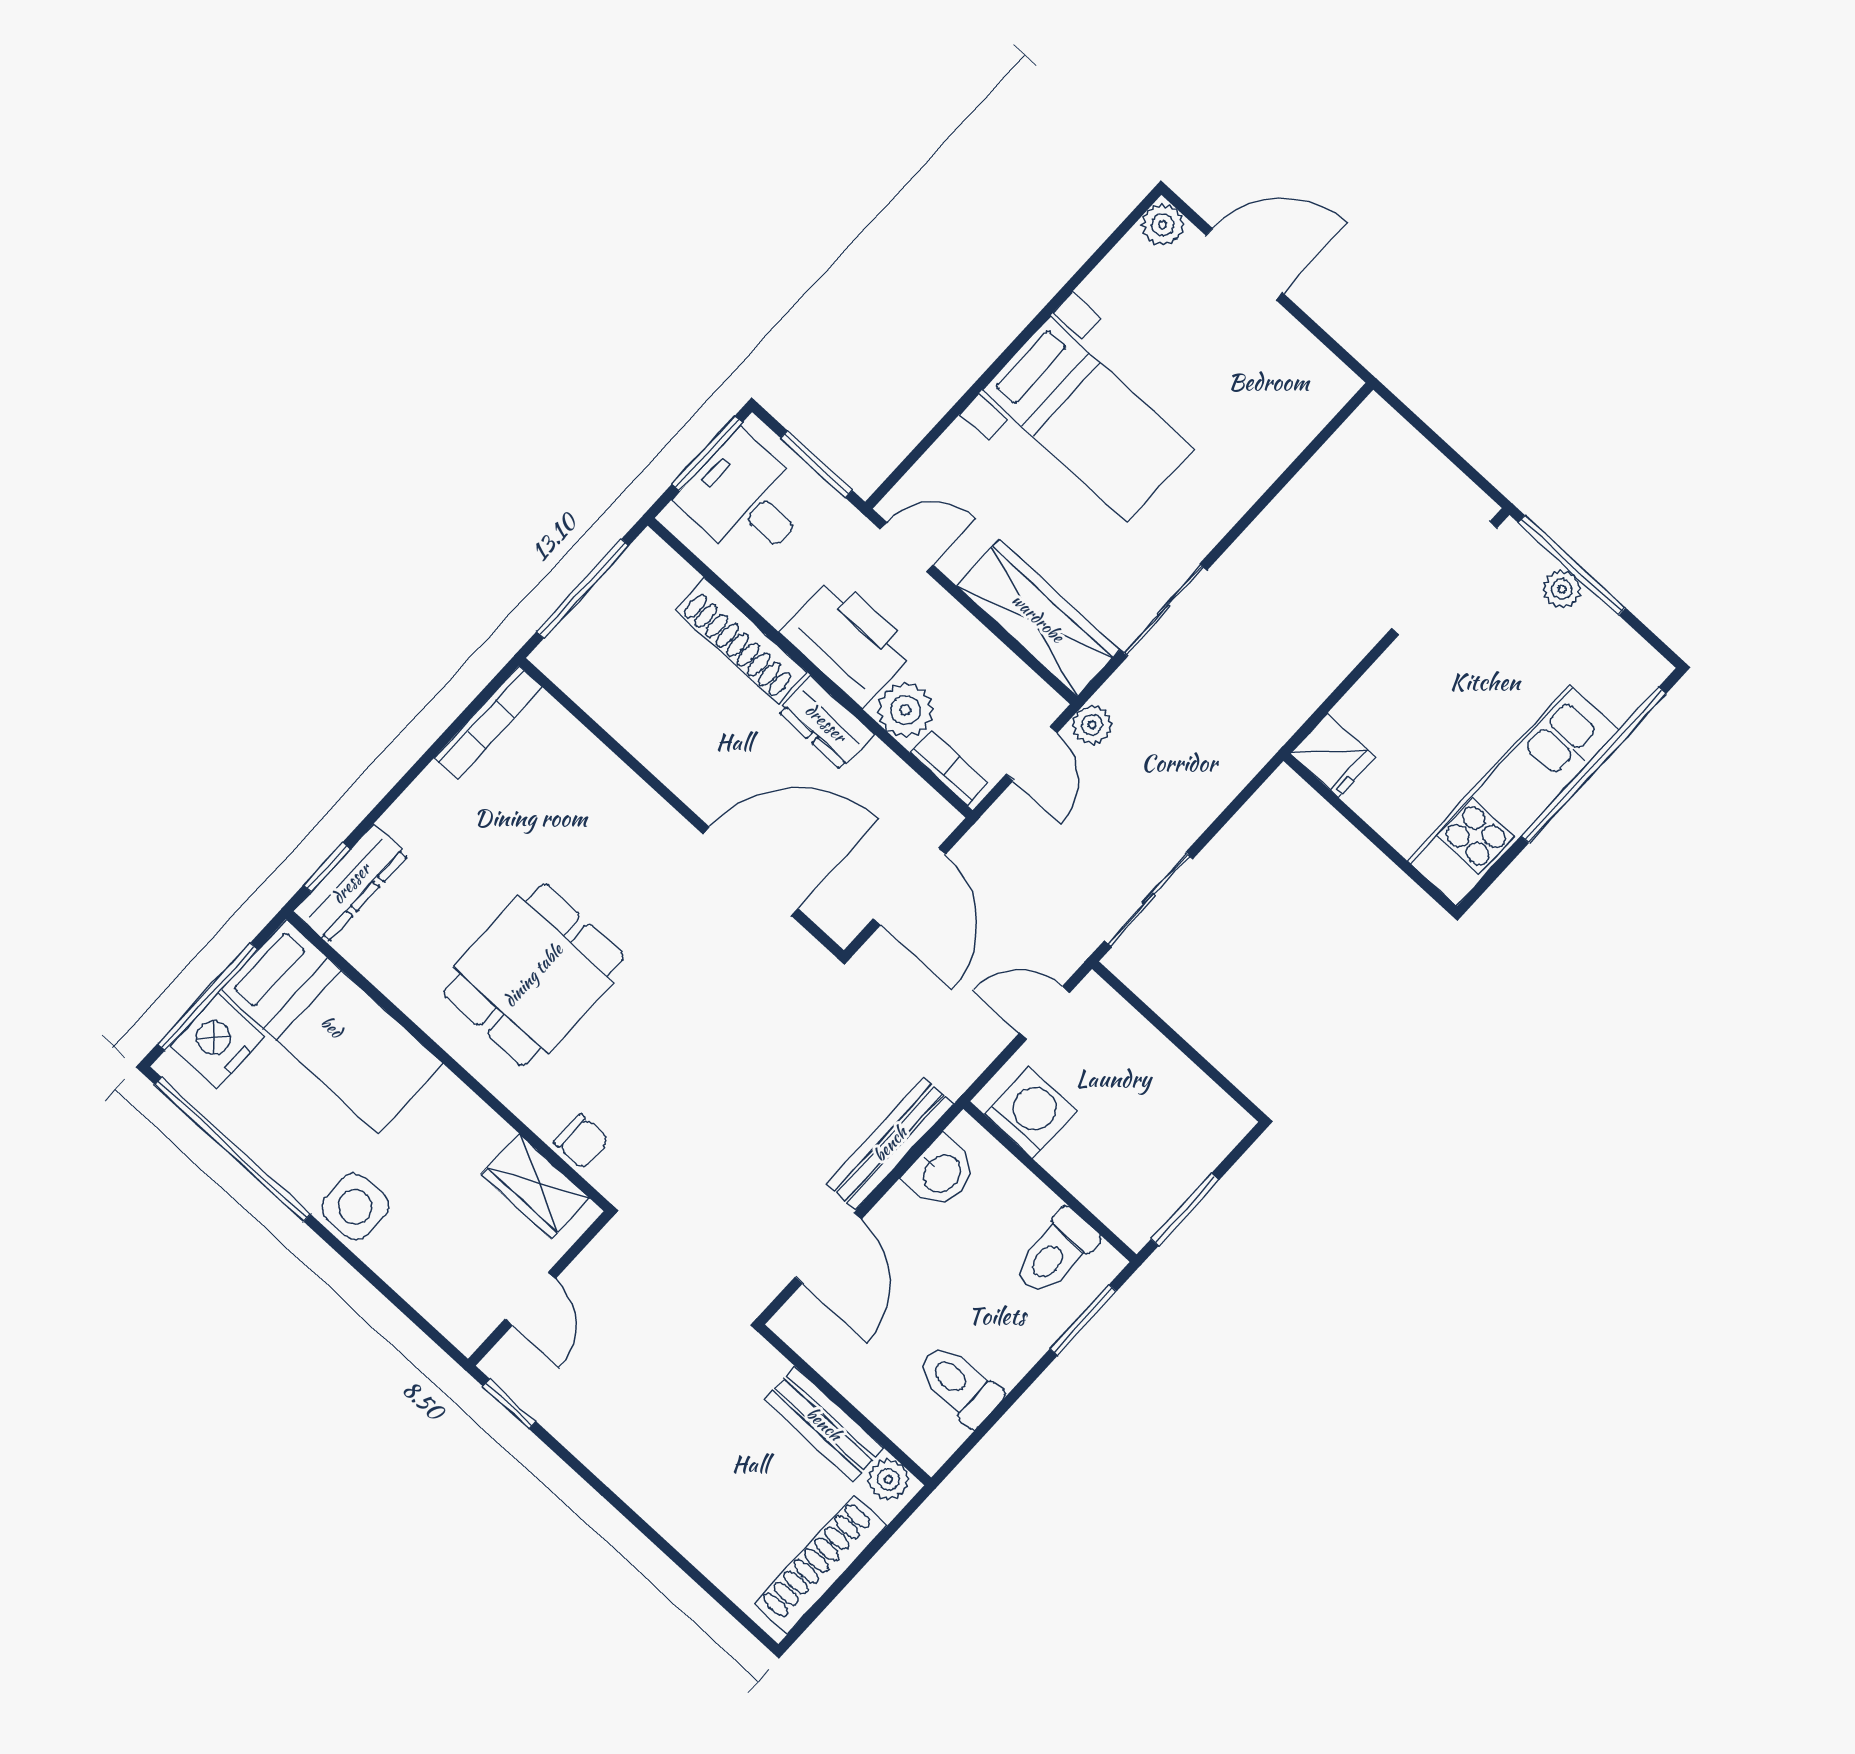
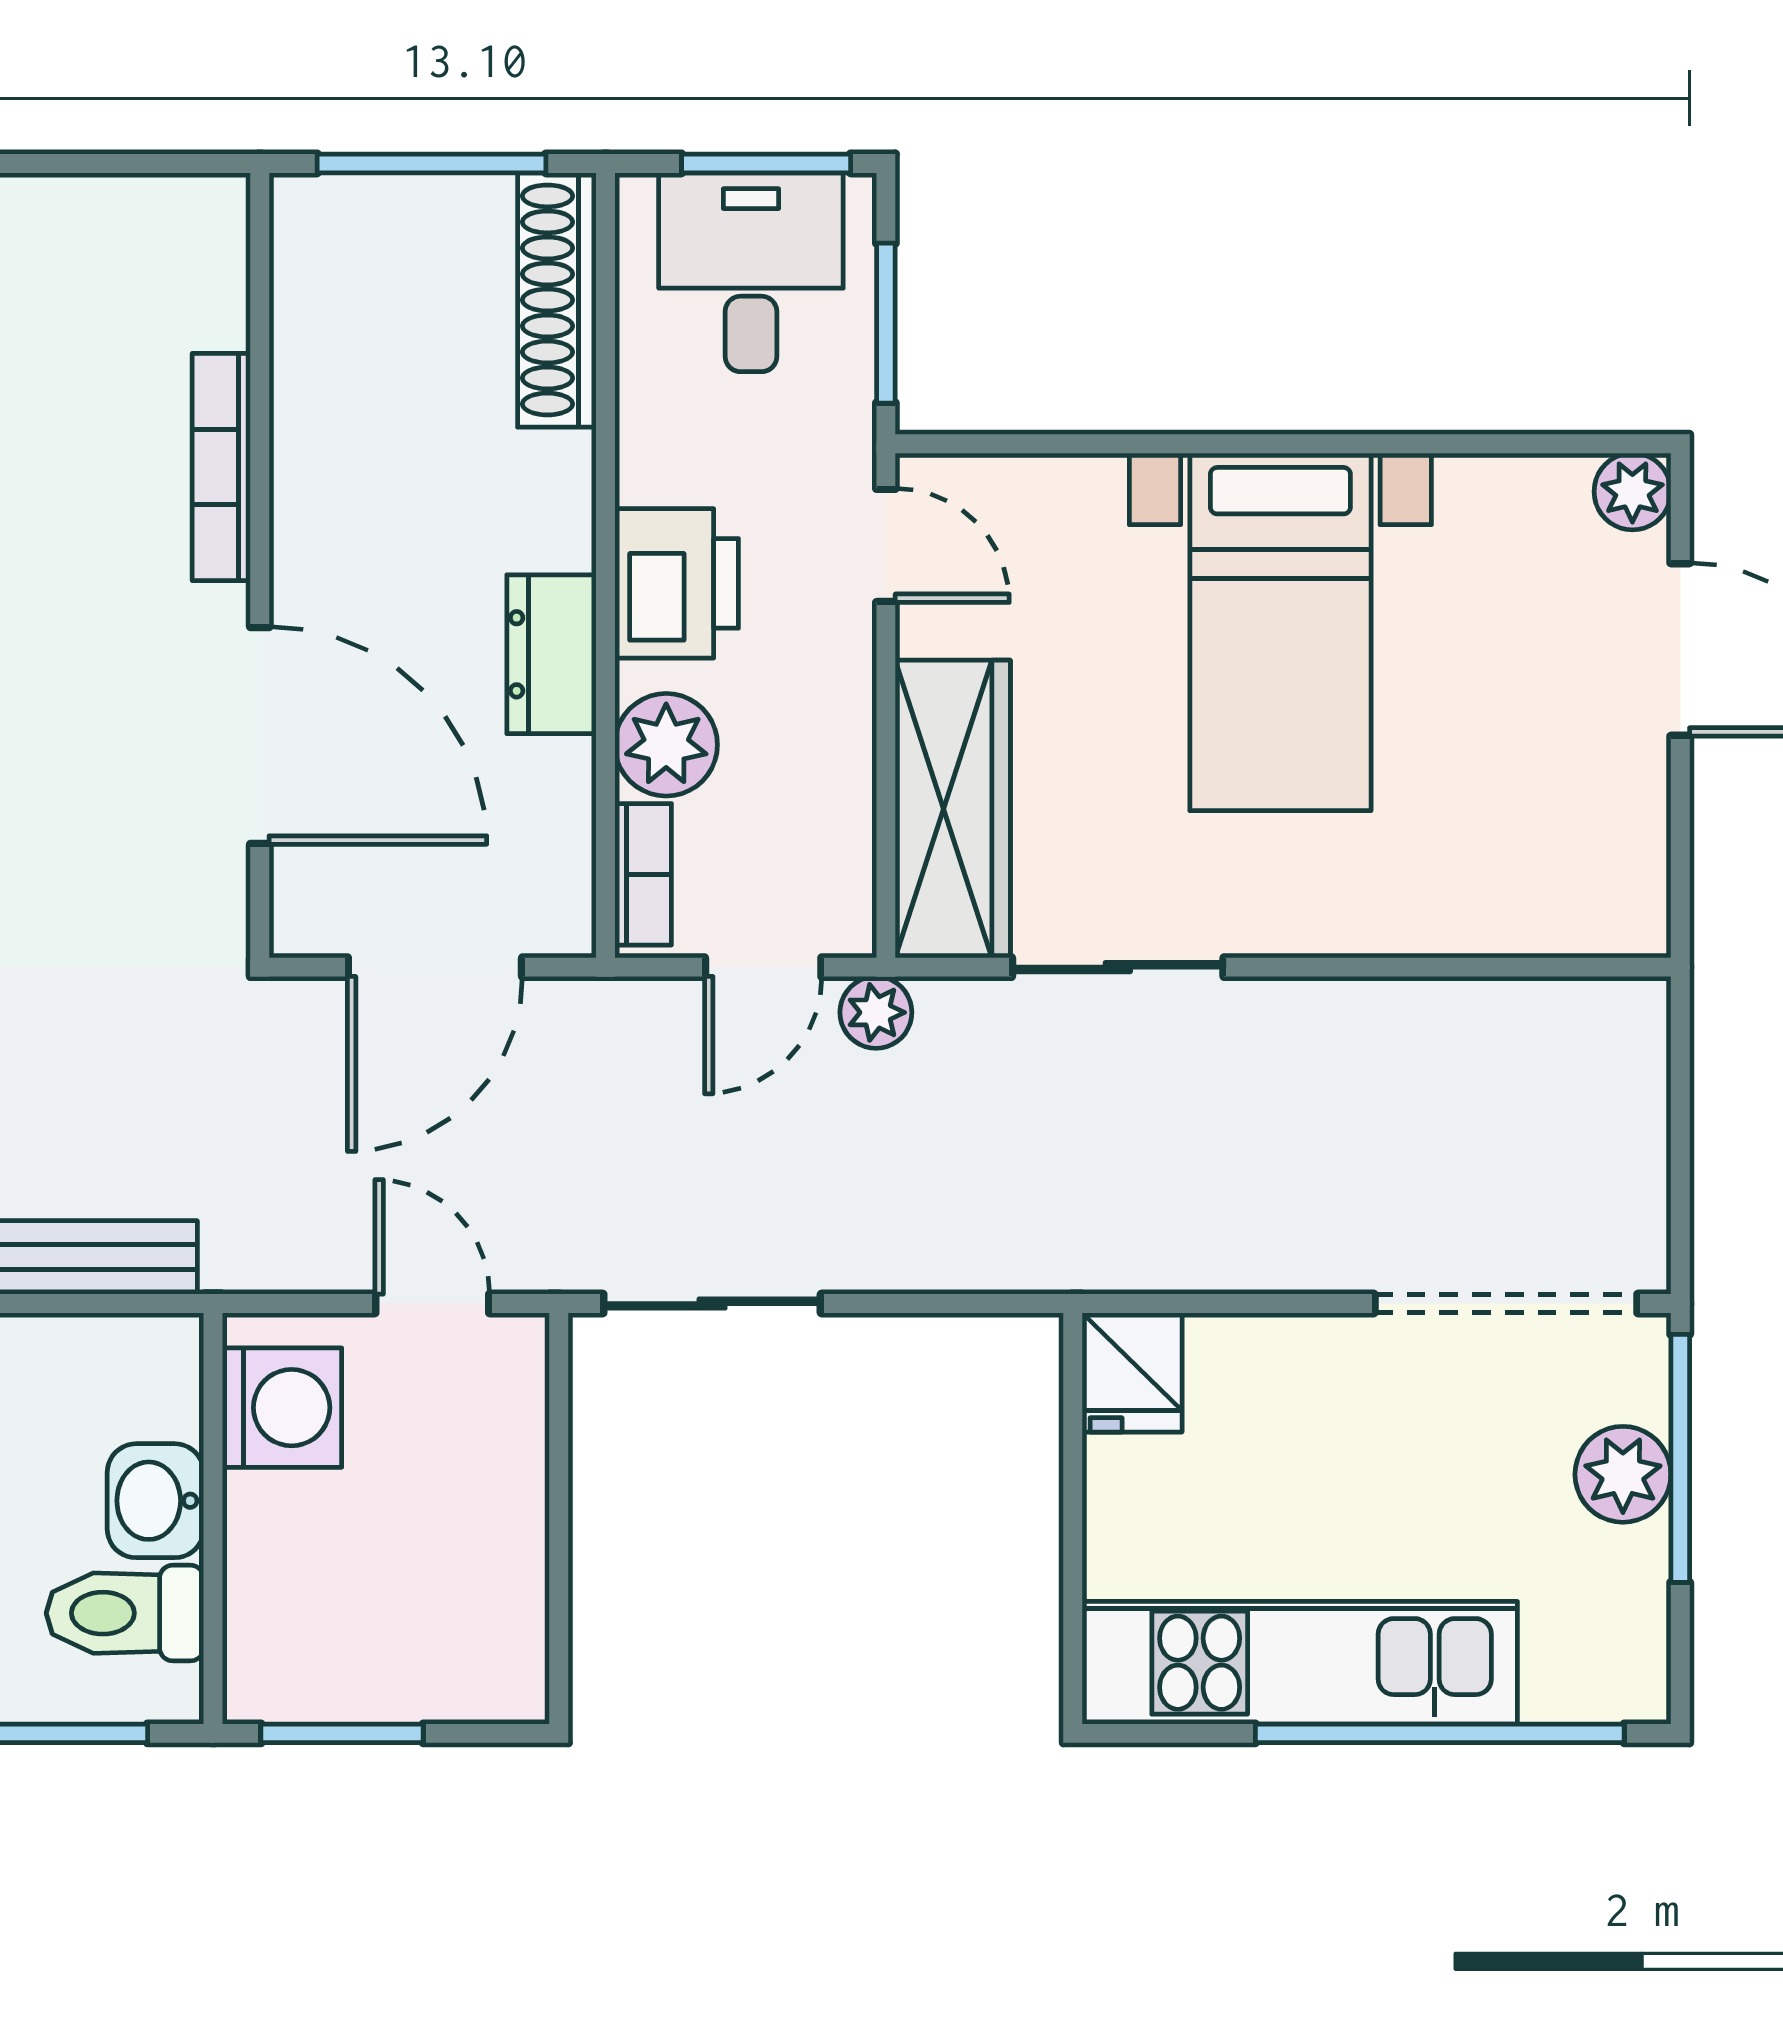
plant: (1562, 589) -> (1623, 1474), width x1.38, depth x1.38
shoe rack: (741, 641) -> (557, 300), moved
printer: (848, 641) -> (677, 583), width x0.73, depth x0.84
bookcase: (488, 722) -> (221, 467), moved, turned 90
washbasin: (941, 1173) -> (155, 1501), moved, turned 90

